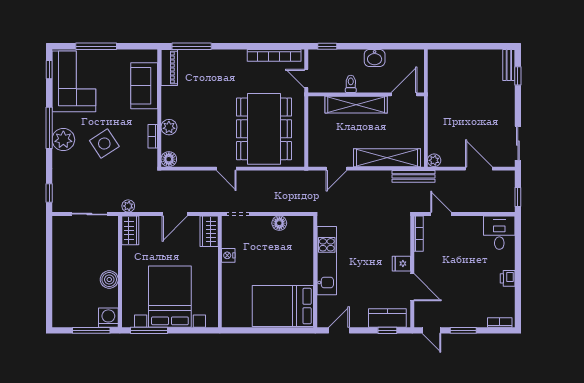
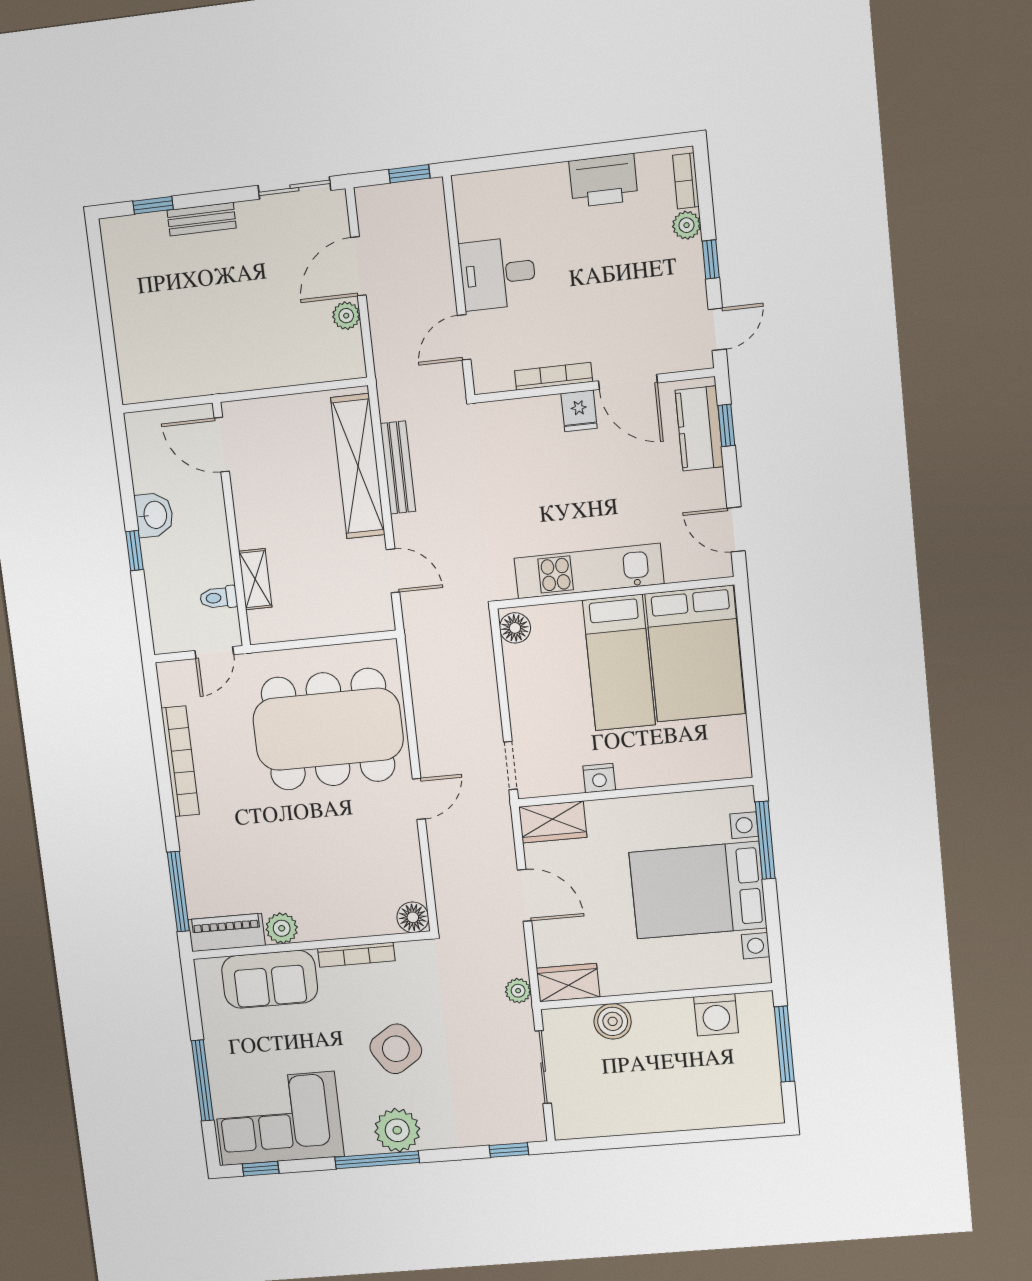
window: (327, 46) -> (135, 551), moved
bookcase: (274, 55) -> (180, 761), moved
bench: (509, 65) -> (202, 219), moved
toilet: (351, 84) -> (219, 598), moved
shelving: (356, 105) -> (255, 579), width x0.45, depth x0.75
plant: (169, 127) -> (282, 928), moved
bookcase: (153, 136) -> (356, 955), width x1.56
plant: (434, 160) -> (346, 316), moved
bench: (414, 176) -> (398, 468), moved
floor lamp: (279, 223) -> (515, 628), moved
desk: (499, 233) -> (498, 274), moved
bookcase: (419, 234) -> (554, 376), moved
bed: (282, 270) -> (619, 663), added
printer: (508, 278) -> (603, 181), width x1.87, depth x1.48
boiler: (109, 280) -> (613, 1021), moved
door: (412, 287) -> (628, 382), swing flipped
washing machine: (108, 318) -> (716, 1015), moved, turned -90
plant: (480, 321) -> (686, 225), added
window: (149, 330) -> (765, 840), moved
window: (463, 330) -> (711, 259), width x0.67

